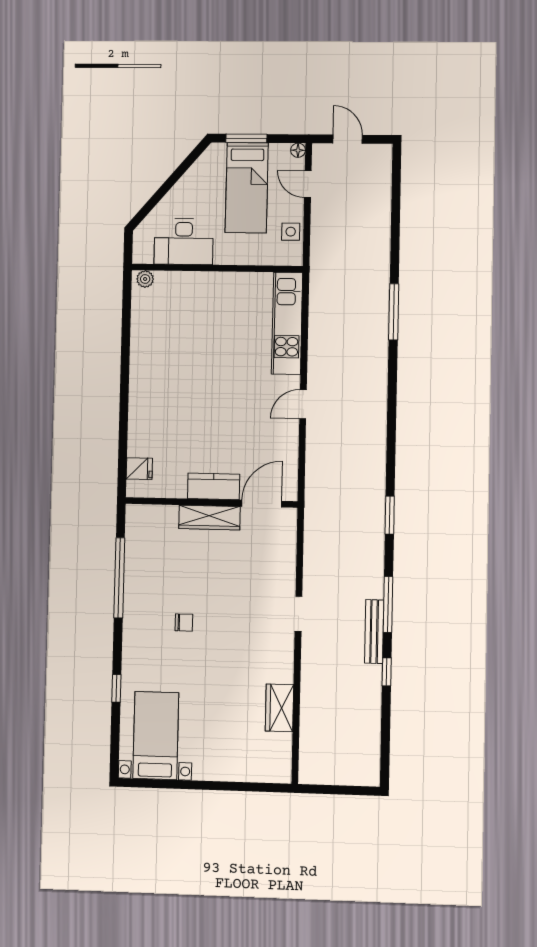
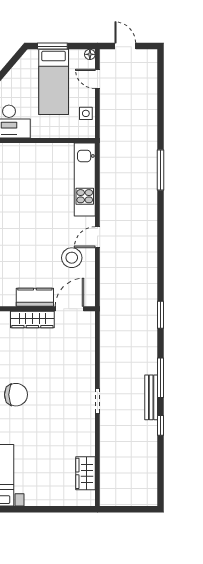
stool: (266, 432) -> (72, 258), added
doorway: (298, 614) -> (97, 401), moved
chair: (184, 622) -> (16, 395), width x1.87, depth x1.87
wardrobe: (279, 708) -> (85, 473), moved

